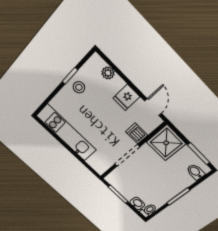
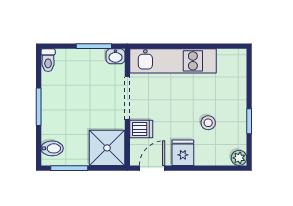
plant: (108, 73) -> (239, 158), moved
stool: (79, 87) -> (208, 123), moved
door: (153, 107) -> (152, 168), swing flipped
kitchen unit: (66, 133) -> (173, 61), moved
washbasin: (137, 203) -> (115, 56), moved

